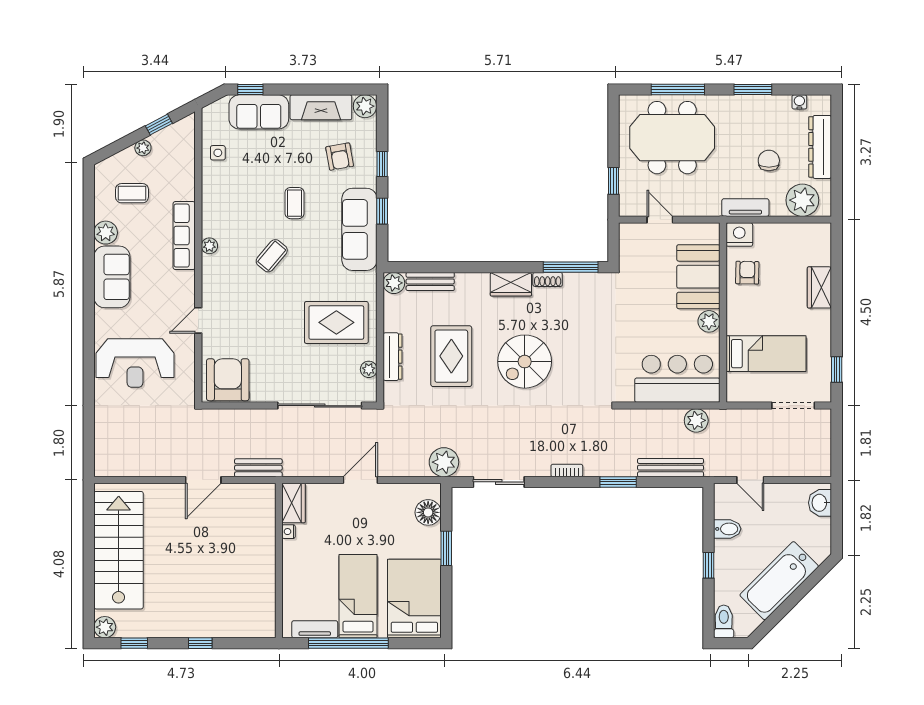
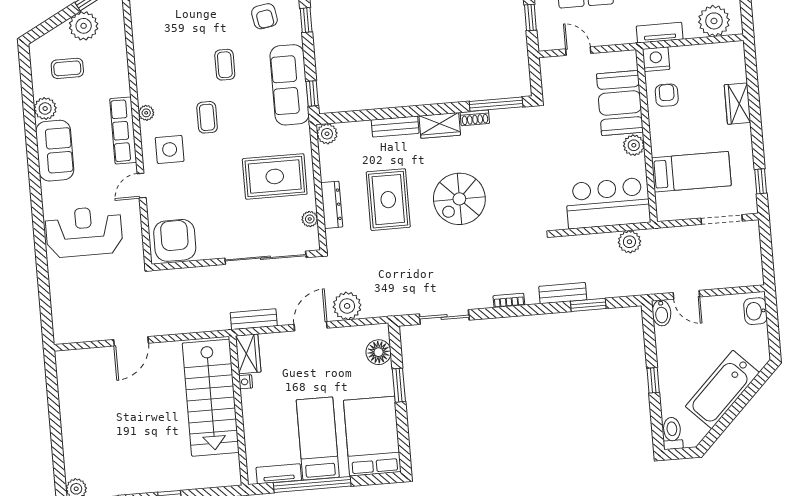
plant: (143, 148) -> (84, 26), width x1.88, depth x1.88
side table: (218, 153) -> (170, 149), moved, width x1.87, depth x1.87
window: (382, 211) -> (312, 93), moved
row of seats: (184, 236) -> (123, 131), moved
coffee table: (272, 256) -> (207, 117), turned -40
bench: (430, 281) -> (395, 127), moved
reception desk: (135, 363) -> (84, 232), turned 180
plant: (444, 462) -> (347, 306), moved
bench: (258, 468) -> (254, 319), moved
bench: (671, 468) -> (563, 293), moved, width x0.73
door: (203, 480) -> (131, 341), moved
window: (618, 482) -> (588, 305), moved
bidet: (727, 529) -> (662, 313), moved, turned 90
stairs: (119, 550) -> (211, 398), moved, turned 180

